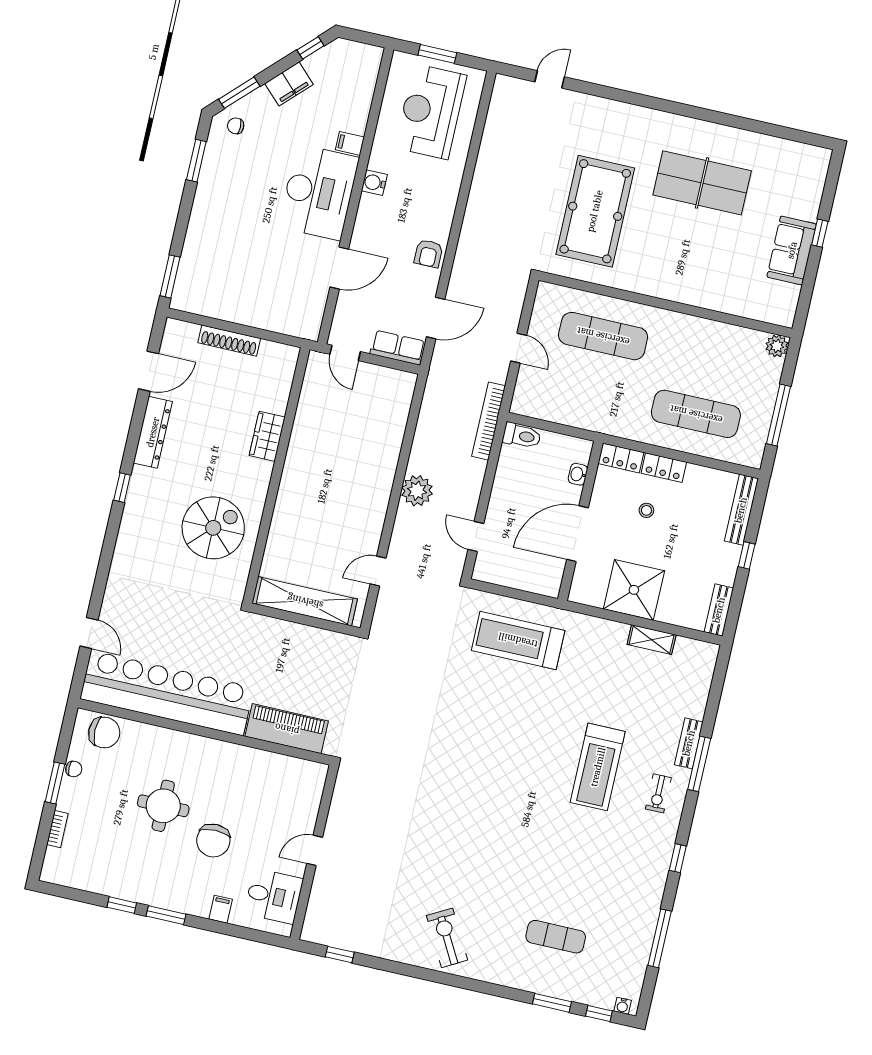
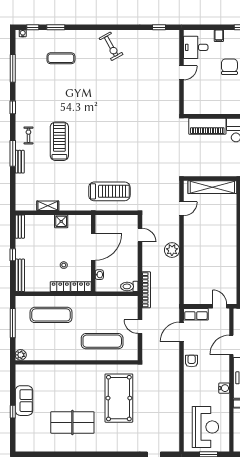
shower: (634, 590) -> (61, 221), width x0.54, depth x0.54

